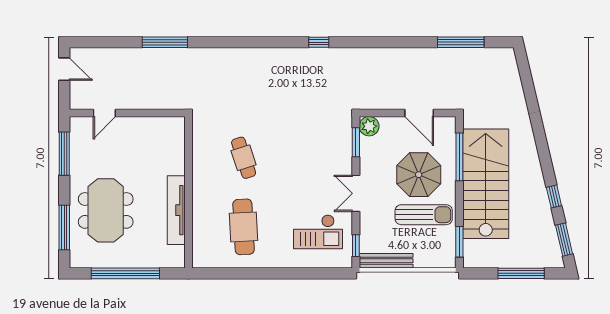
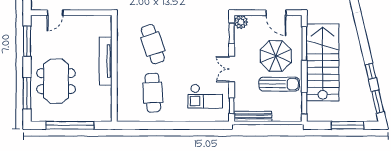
cafe table: (244, 158) -> (153, 44), width x1.37, depth x1.35
tv unit: (176, 210) -> (106, 61), moved

